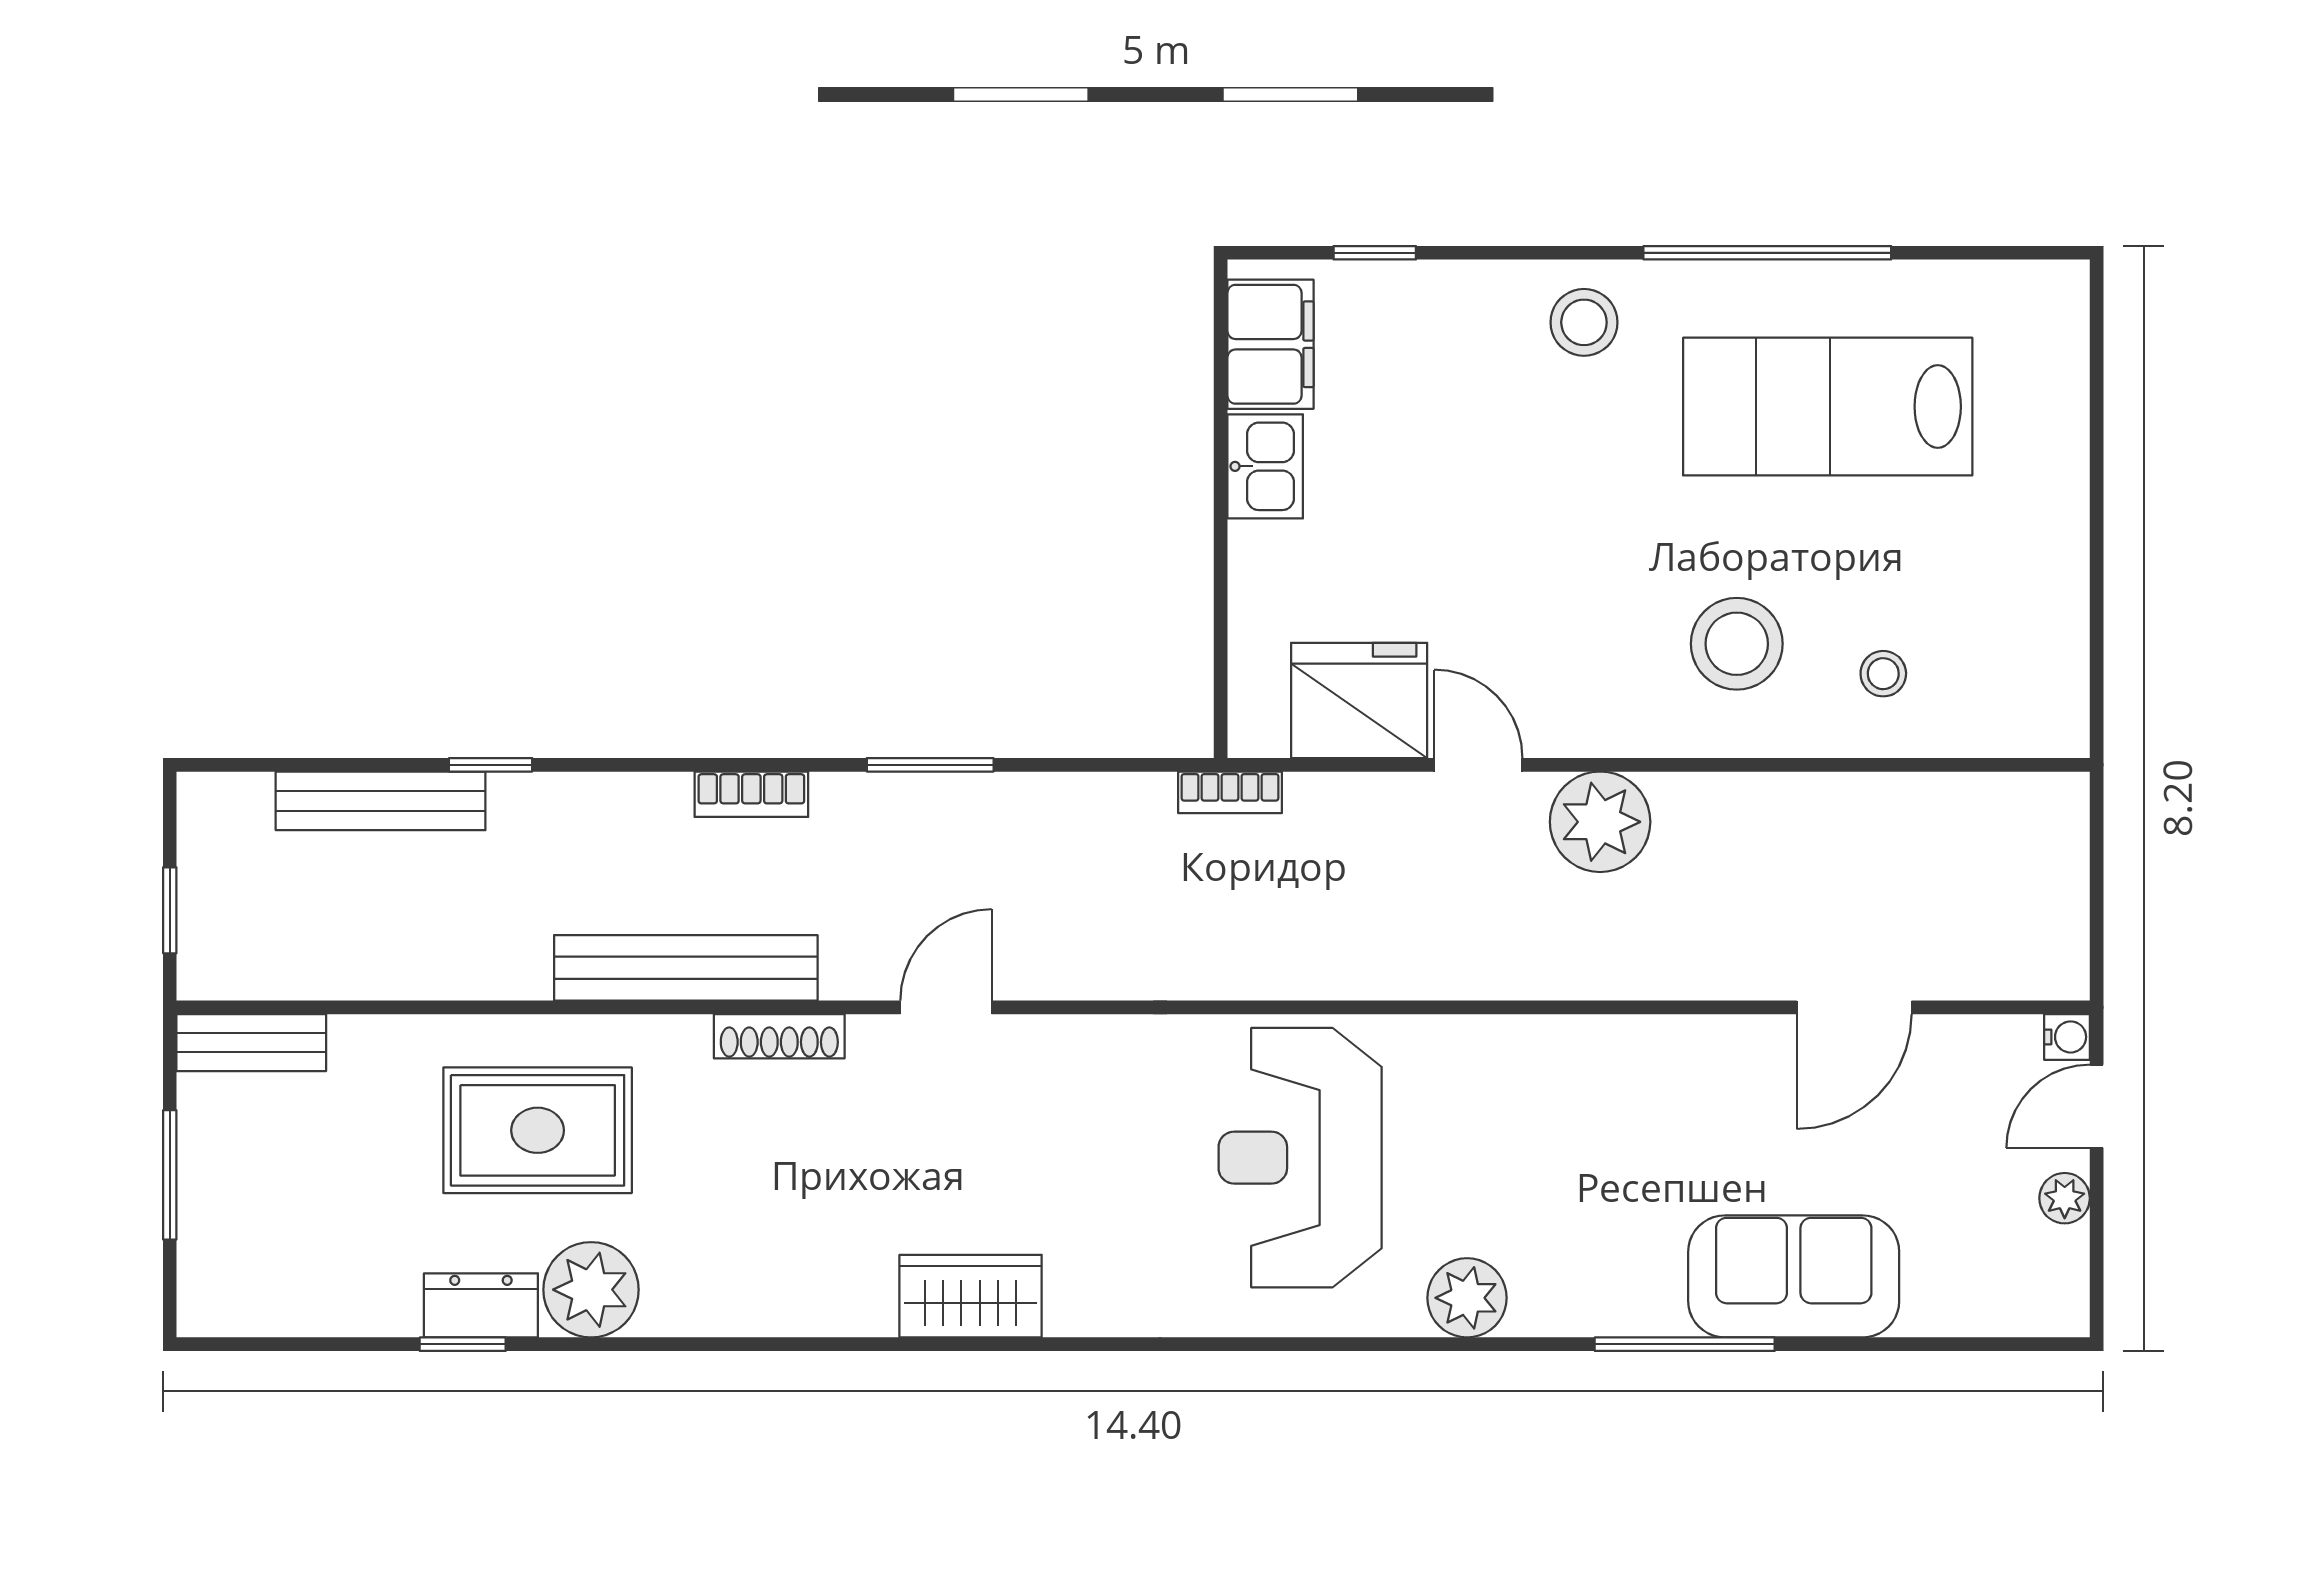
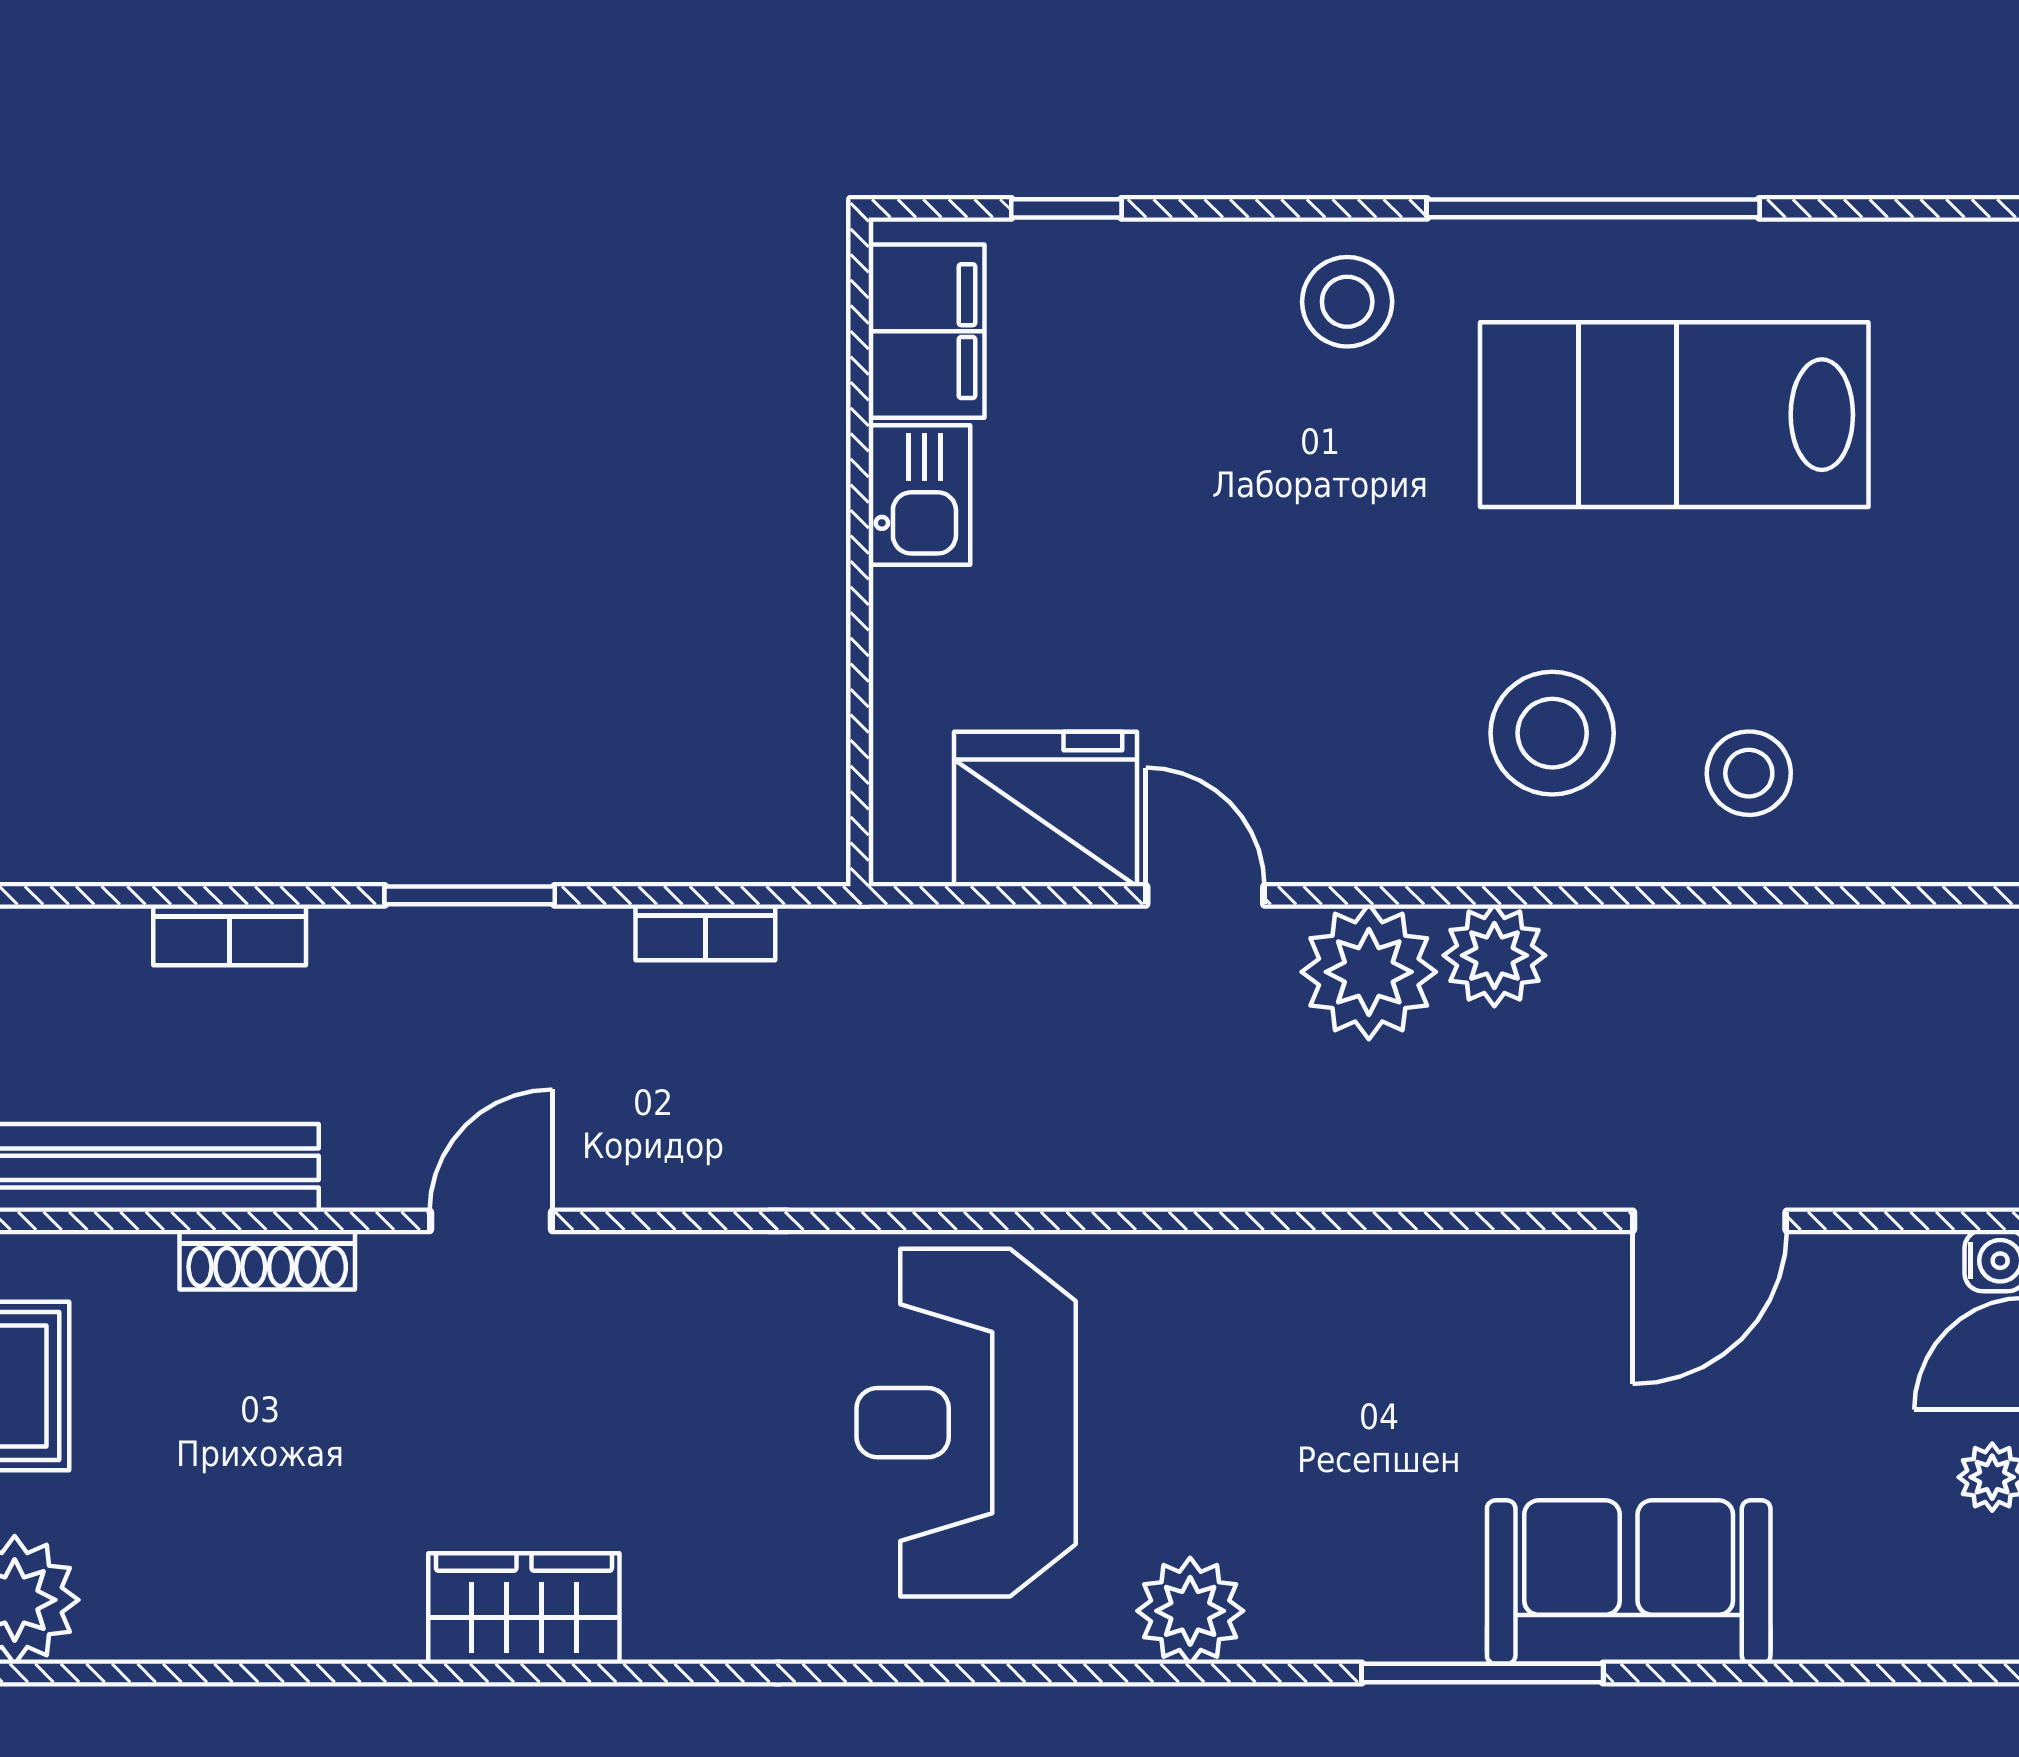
stool: (1883, 674) -> (1749, 773), width x1.37, depth x1.37
bookcase: (1230, 792) -> (705, 932), moved
plant: (1694, 810) -> (1494, 955), added

